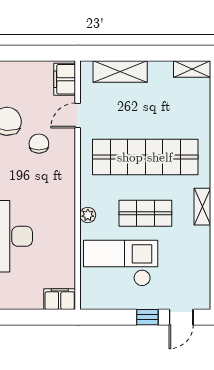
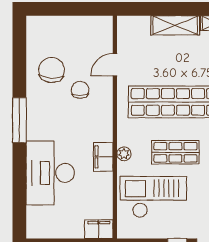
shelving: (120, 71) -> (175, 25), moved
filing cabinet: (65, 79) -> (103, 157), moved

